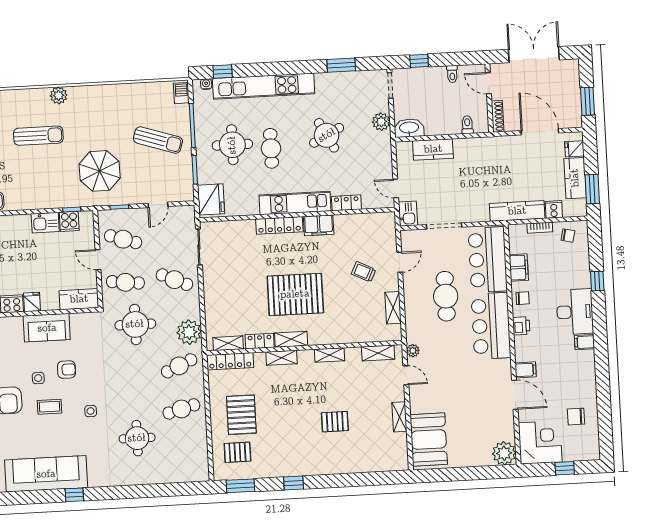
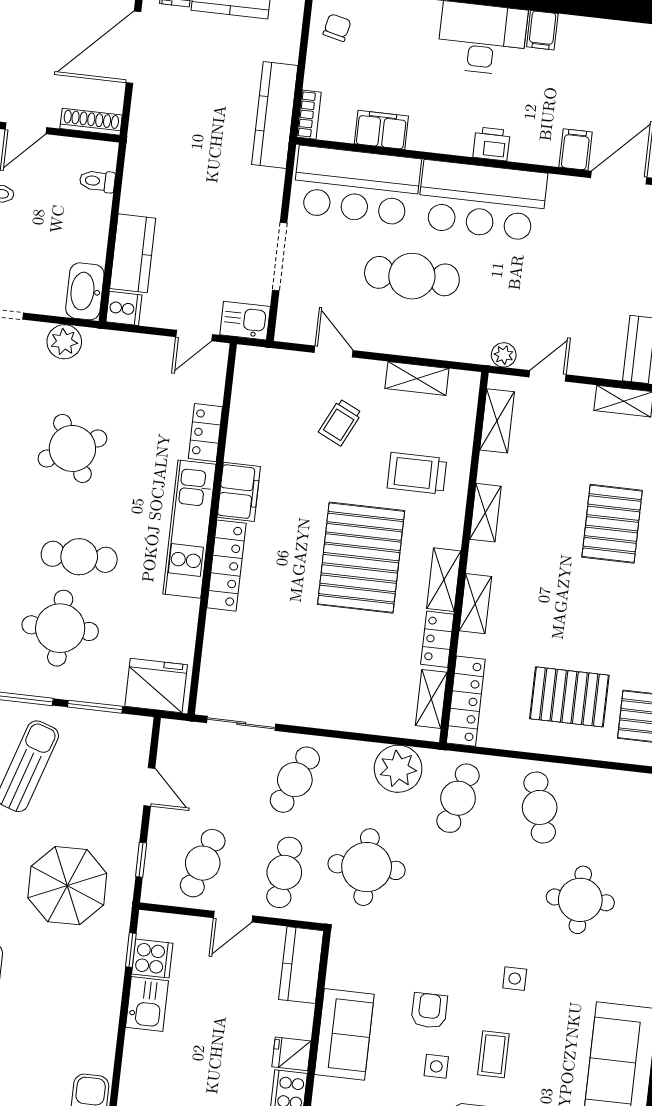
cooker: (554, 209) -> (124, 308), moved, turned 180
bookcase: (540, 228) -> (309, 115), moved
chair: (523, 298) -> (440, 132), removed
trolley: (344, 316) -> (417, 473), added
cafe table: (179, 366) -> (458, 798), turned 39
pallet: (335, 422) -> (612, 524), width x1.50, depth x1.42

